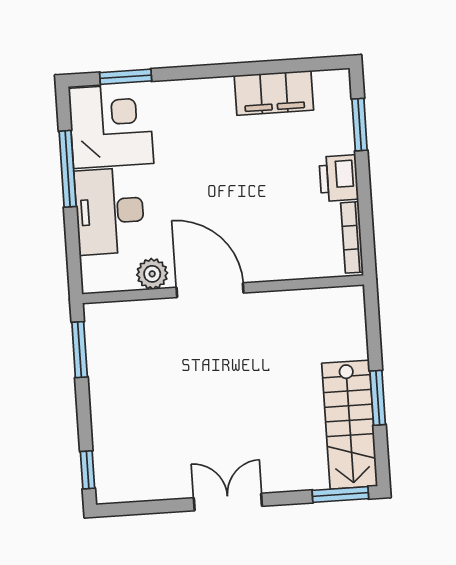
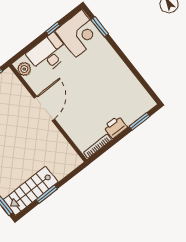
filing cabinet: (274, 93) -> (130, 83), removed
window: (68, 169) -> (53, 29), width x0.46
plant: (152, 274) -> (24, 69), moved

